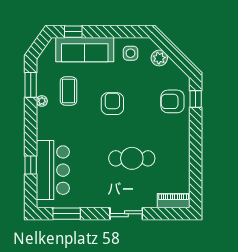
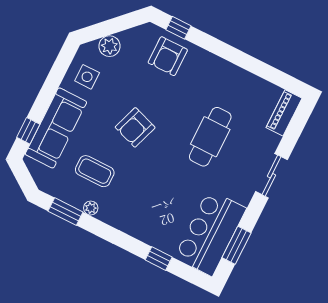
armchair: (112, 104) -> (135, 127), turned -71
bar counter: (53, 170) -> (210, 233), moved, turned -90

